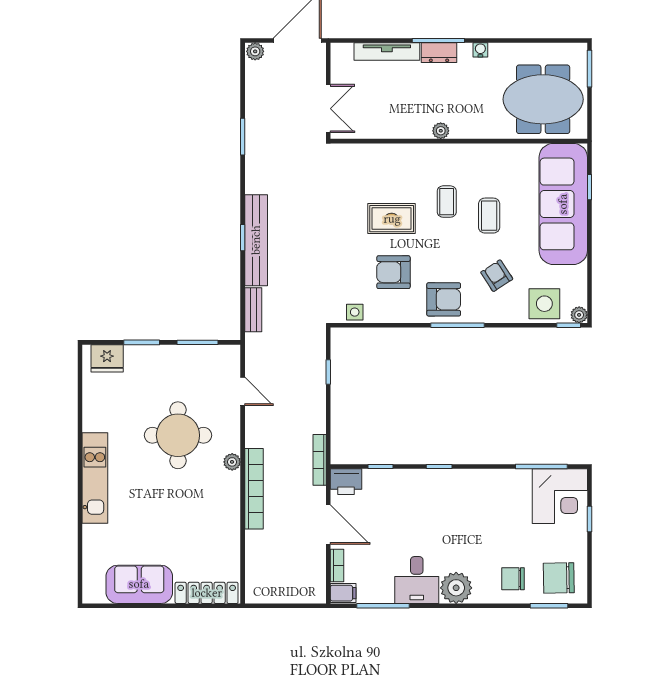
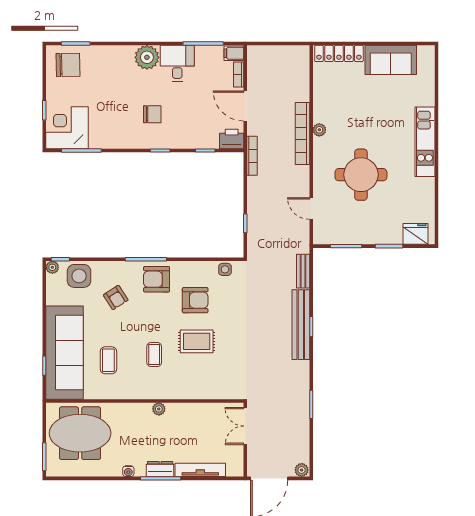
coffee table: (489, 216) -> (108, 360), moved
plant: (232, 462) -> (319, 130), moved
chair: (513, 579) -> (152, 114), moved

